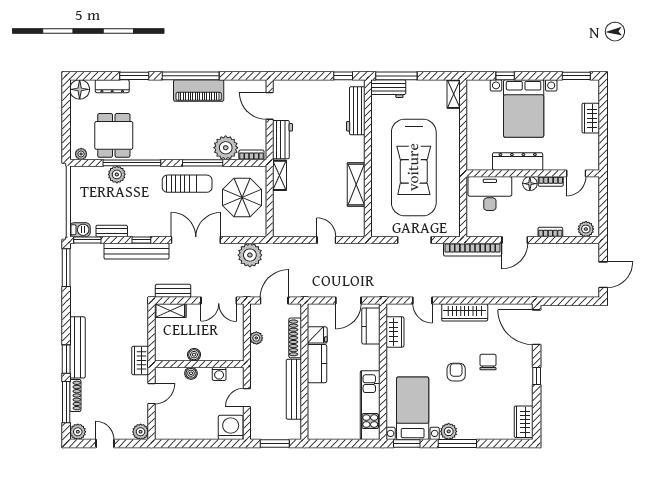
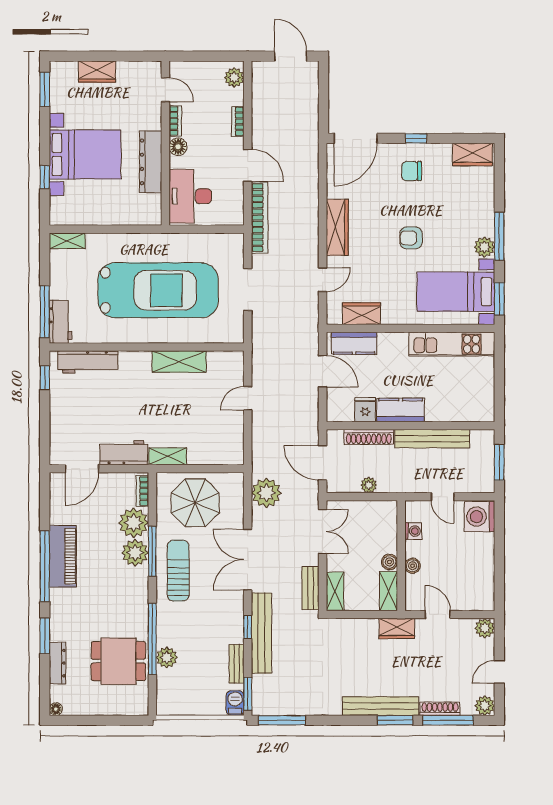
floor lamp: (80, 89) -> (56, 709), width x0.53, depth x0.53
plant: (81, 154) -> (135, 553), moved, width x1.87, depth x1.87
shelving: (170, 354) -> (388, 591), added
chair: (488, 362) -> (412, 171), moved

